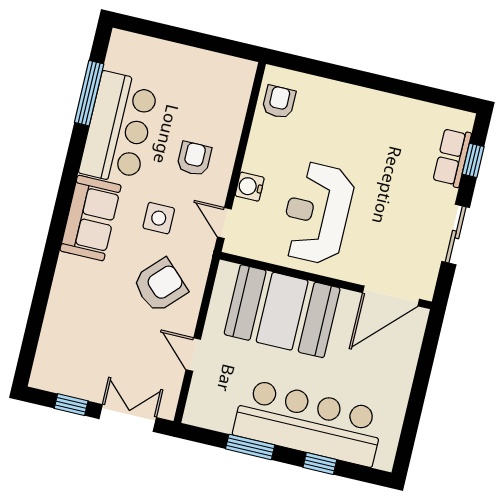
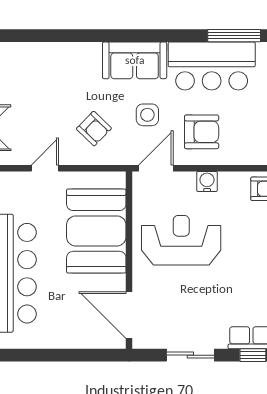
armchair: (194, 159) -> (202, 132), width x1.38, depth x1.38
water cooler: (250, 187) -> (207, 181), moved
door: (224, 223) -> (156, 168), width x1.38
armchair: (160, 285) -> (94, 129), width x0.72, depth x0.72

